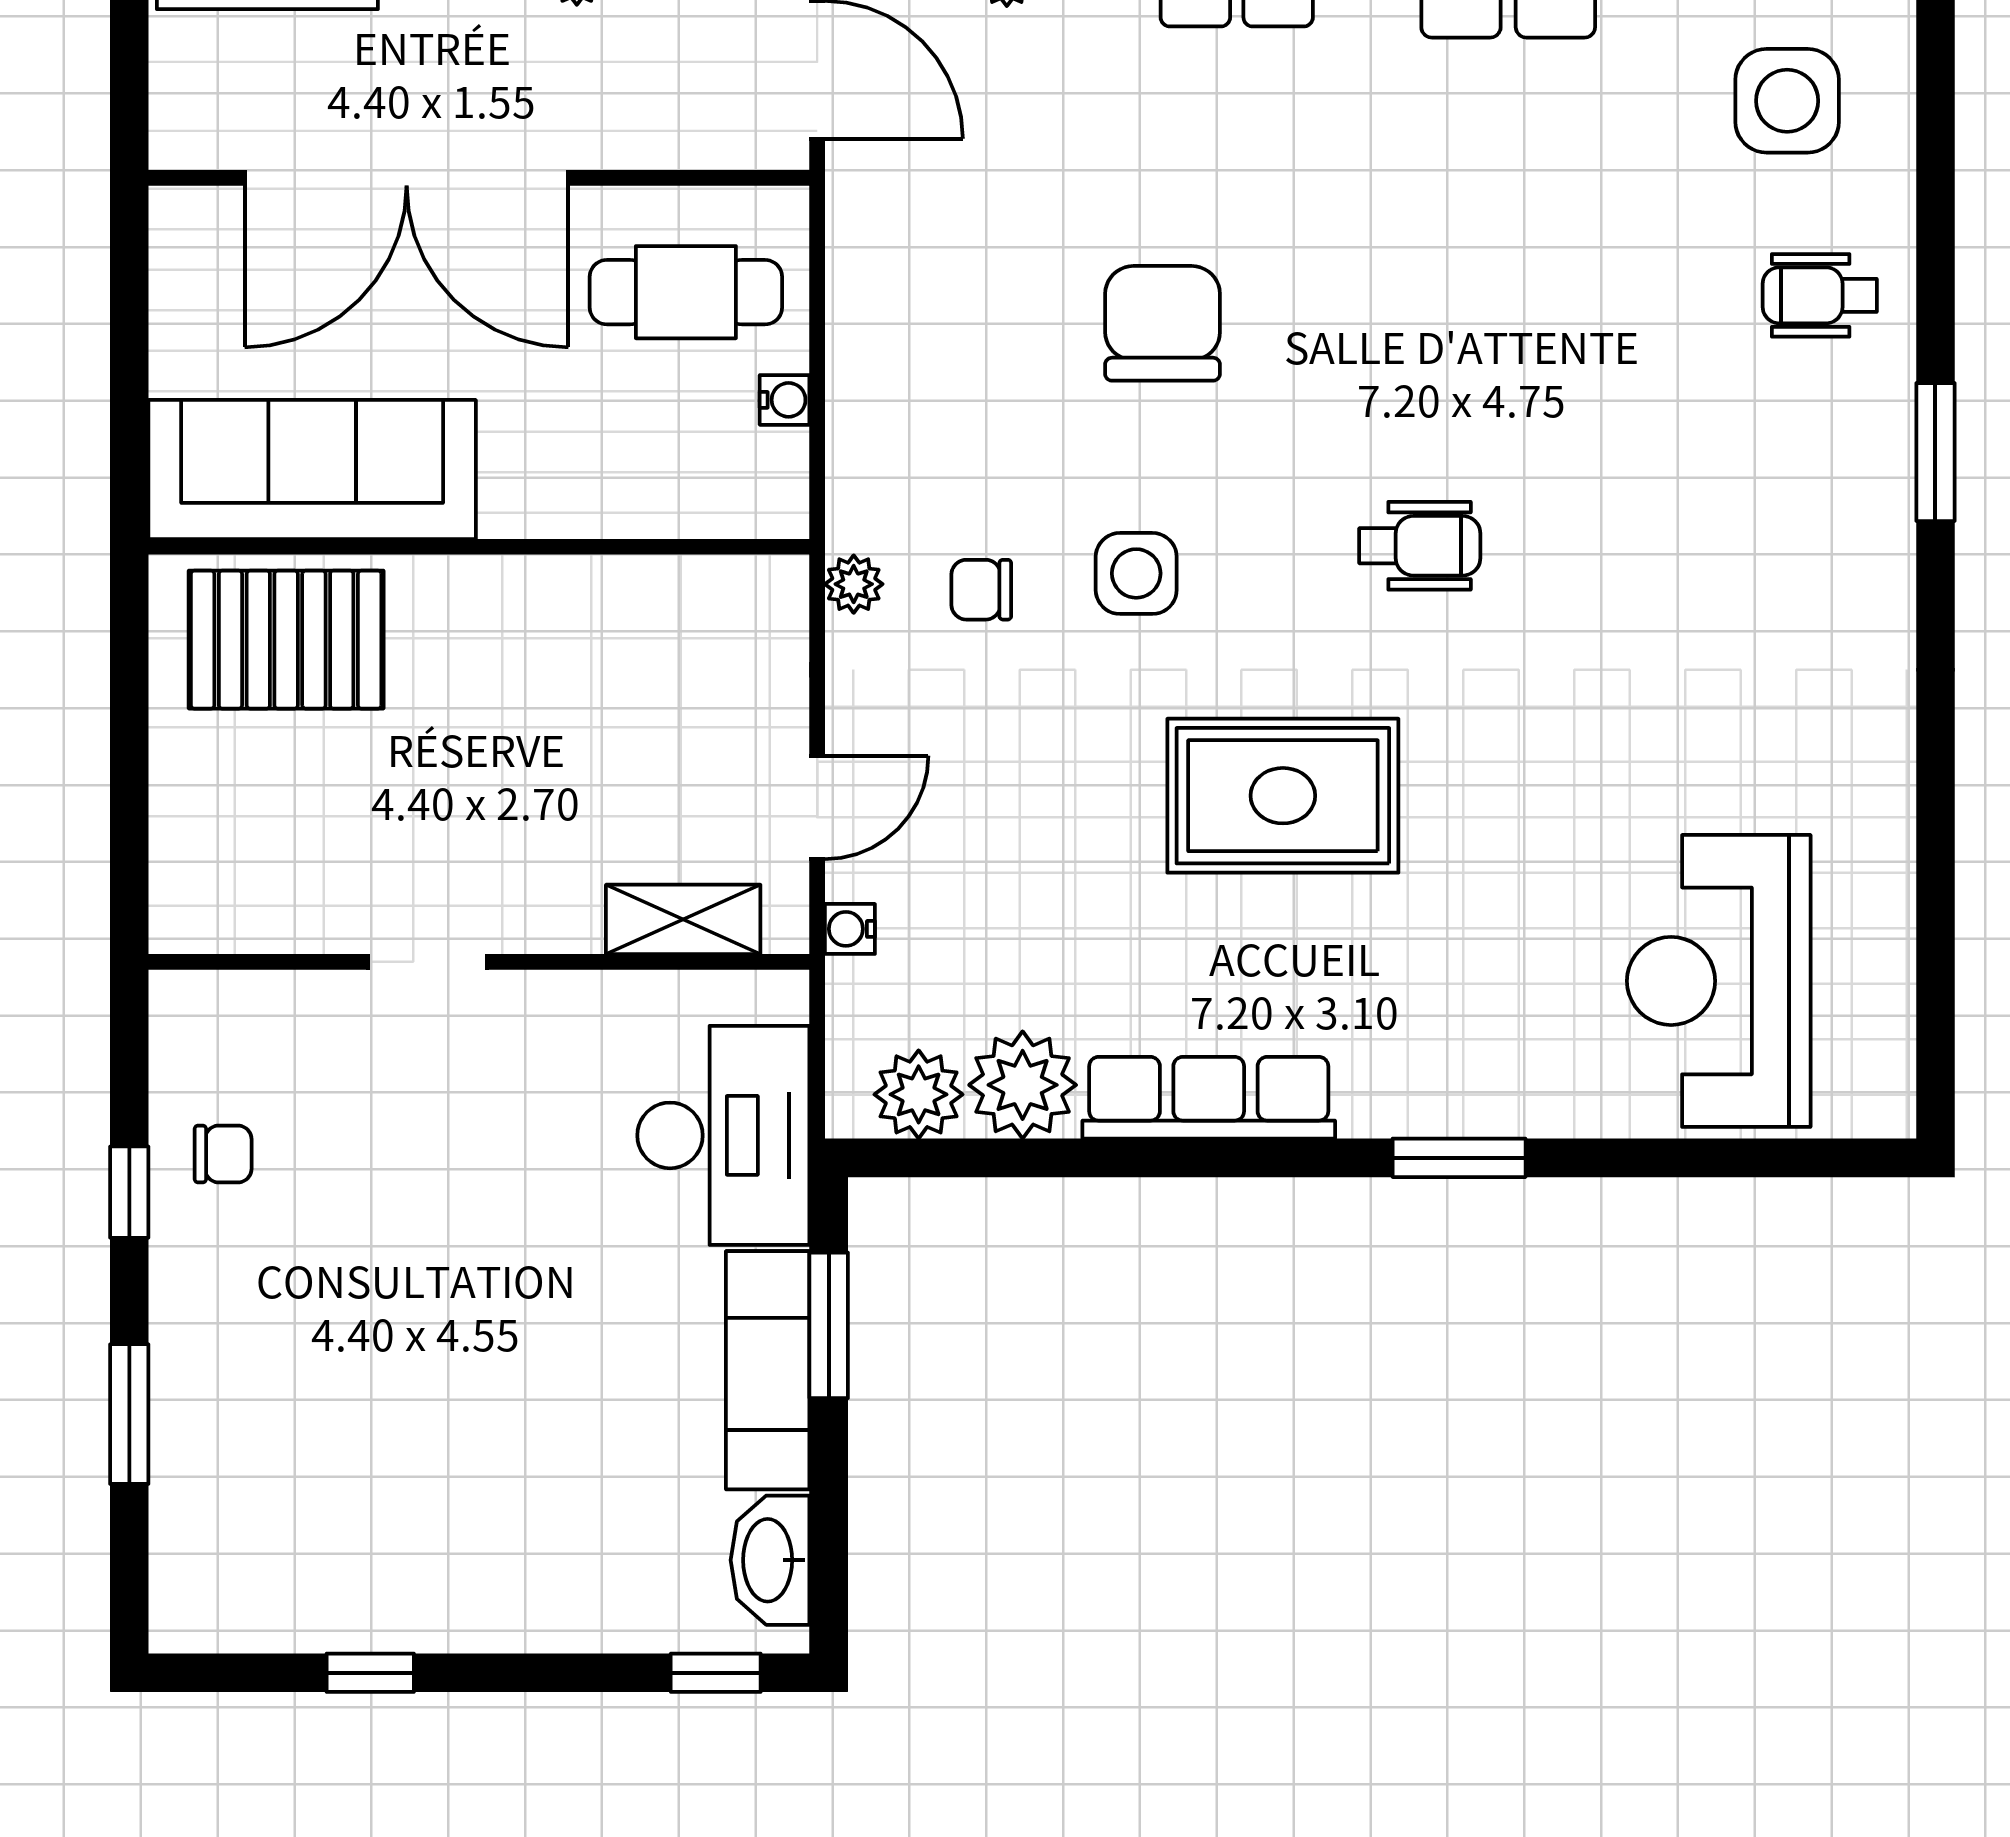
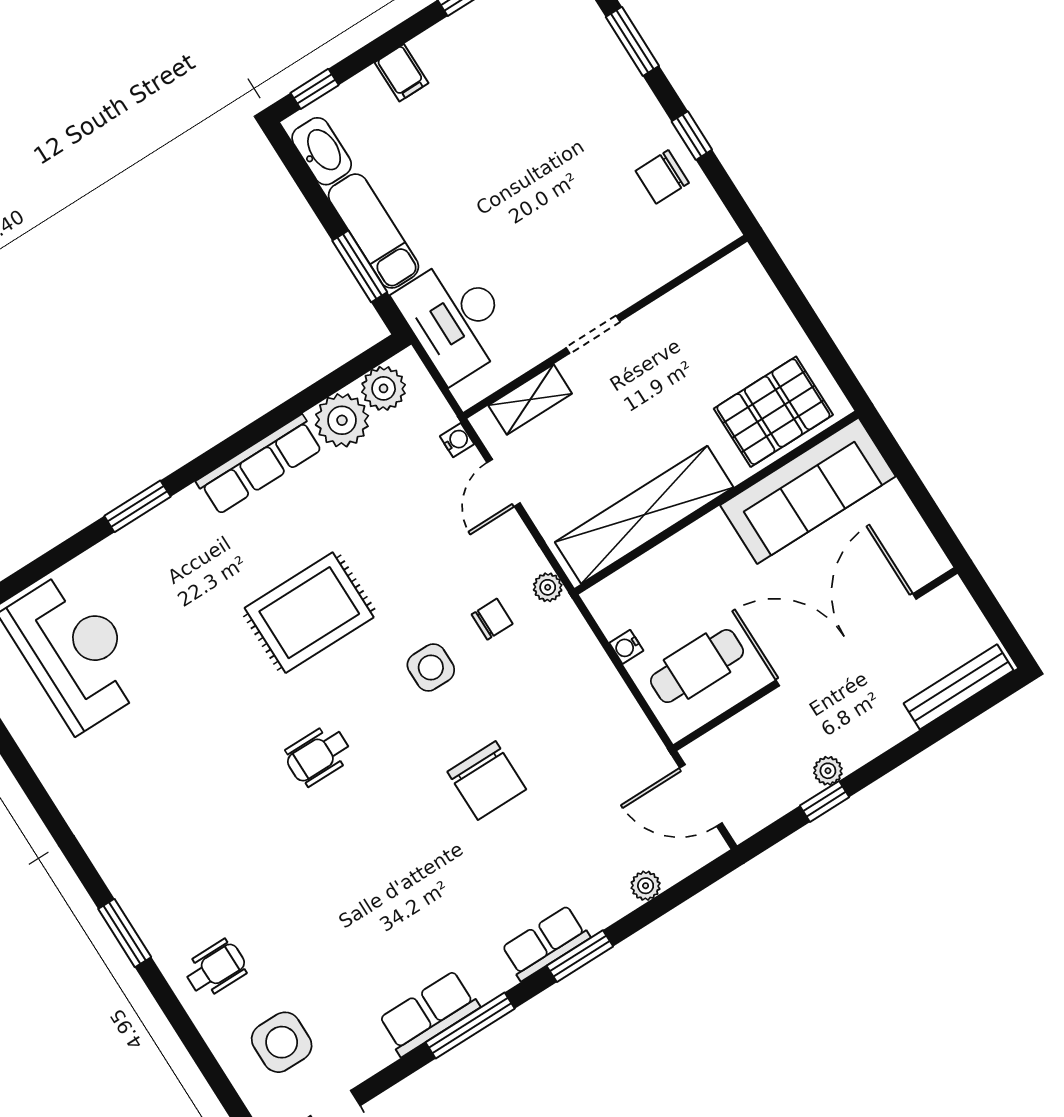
shelving: (614, 604) -> (644, 515), added
doorway: (427, 962) -> (593, 335), moved
chair: (223, 1154) -> (662, 177), width x1.37, depth x1.37
filing cabinet: (552, 1607) -> (402, 73), added

